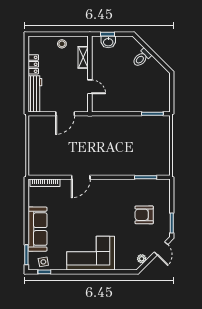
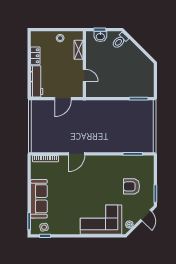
toilet: (142, 58) -> (120, 41), moved
corner sofa: (91, 253) -> (101, 220), moved

